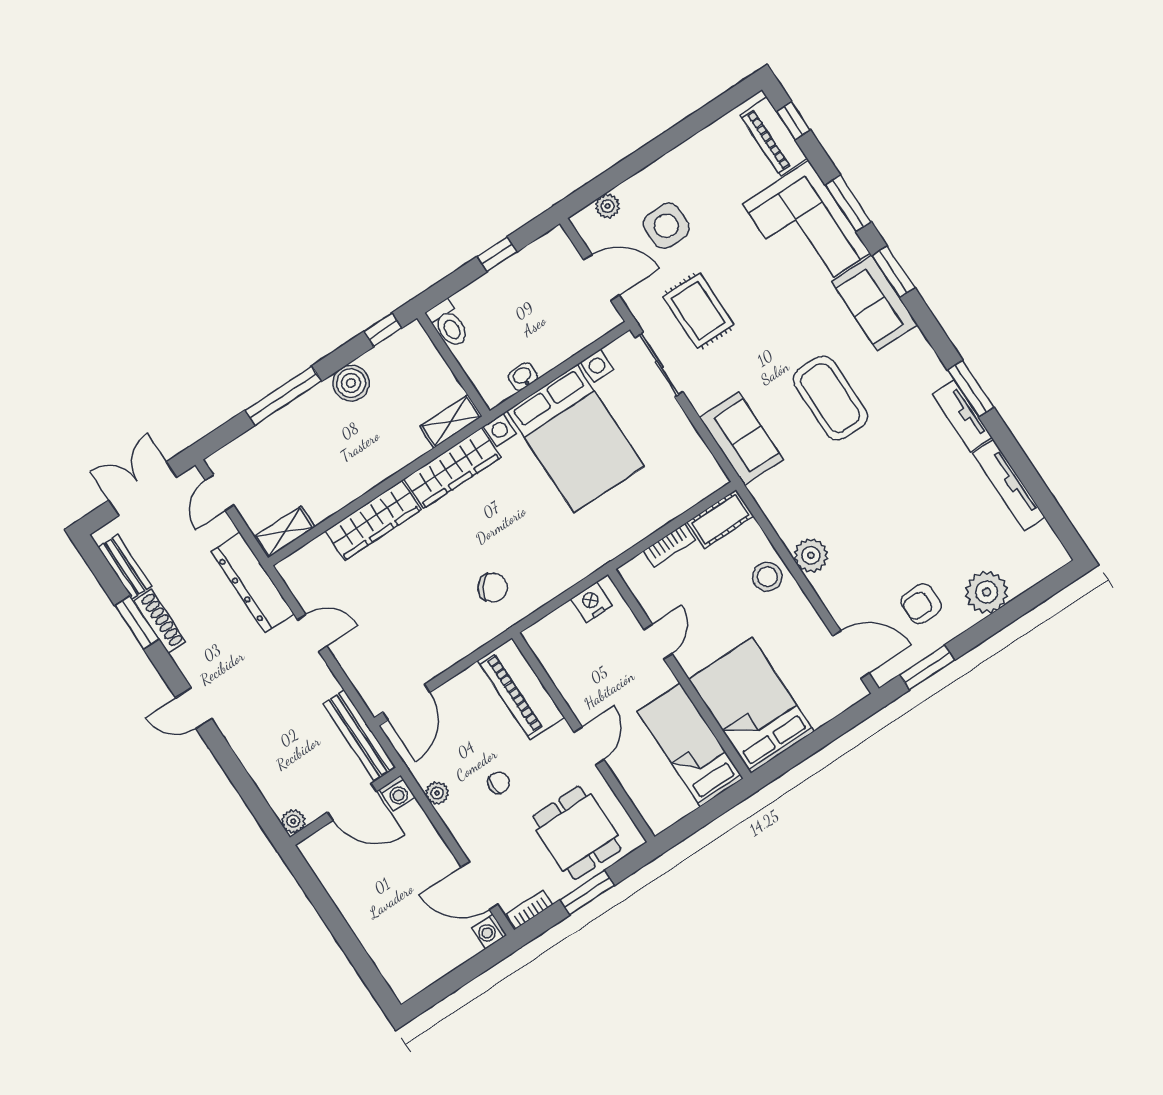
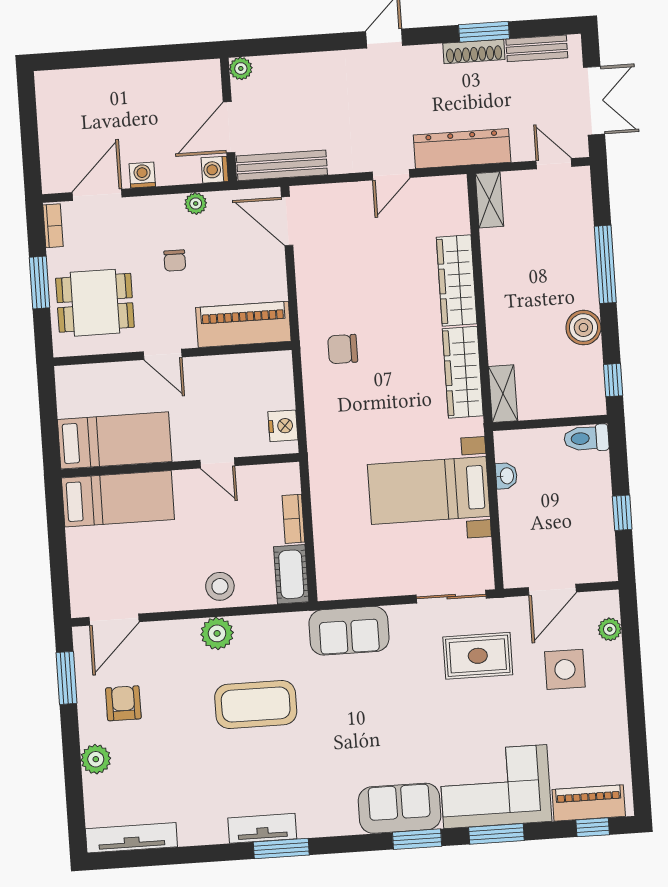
coffee table: (830, 398) -> (256, 704), moved
bed with nightstands: (575, 439) -> (429, 490), width x0.73
tv unit: (1009, 485) -> (131, 838), moved
chair: (493, 588) -> (343, 349), turned 54
plant: (987, 592) -> (96, 759), width x0.73, depth x0.73
bed: (751, 705) -> (118, 499), width x0.67
washing machine: (489, 932) -> (142, 175), moved

